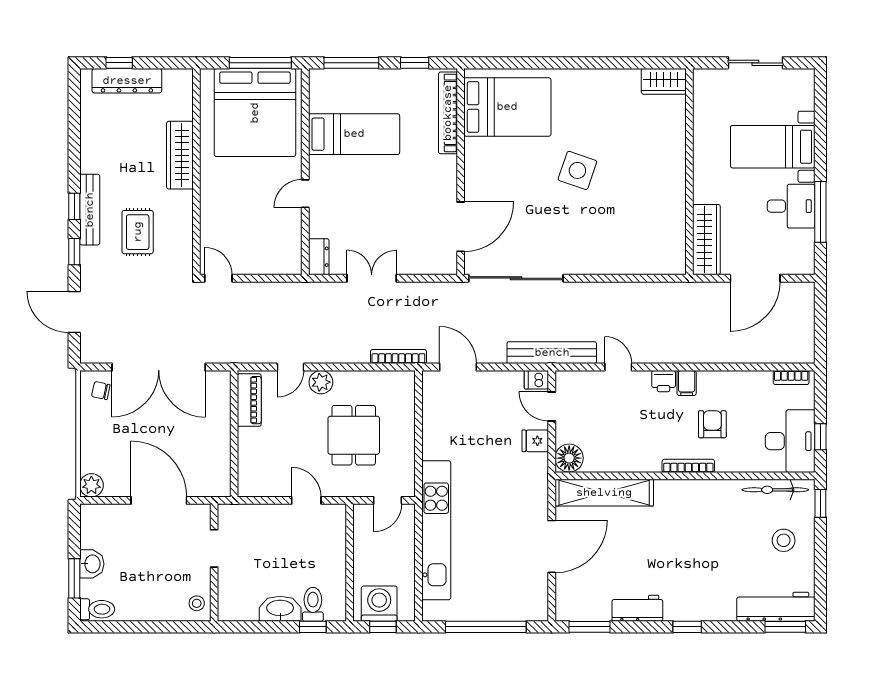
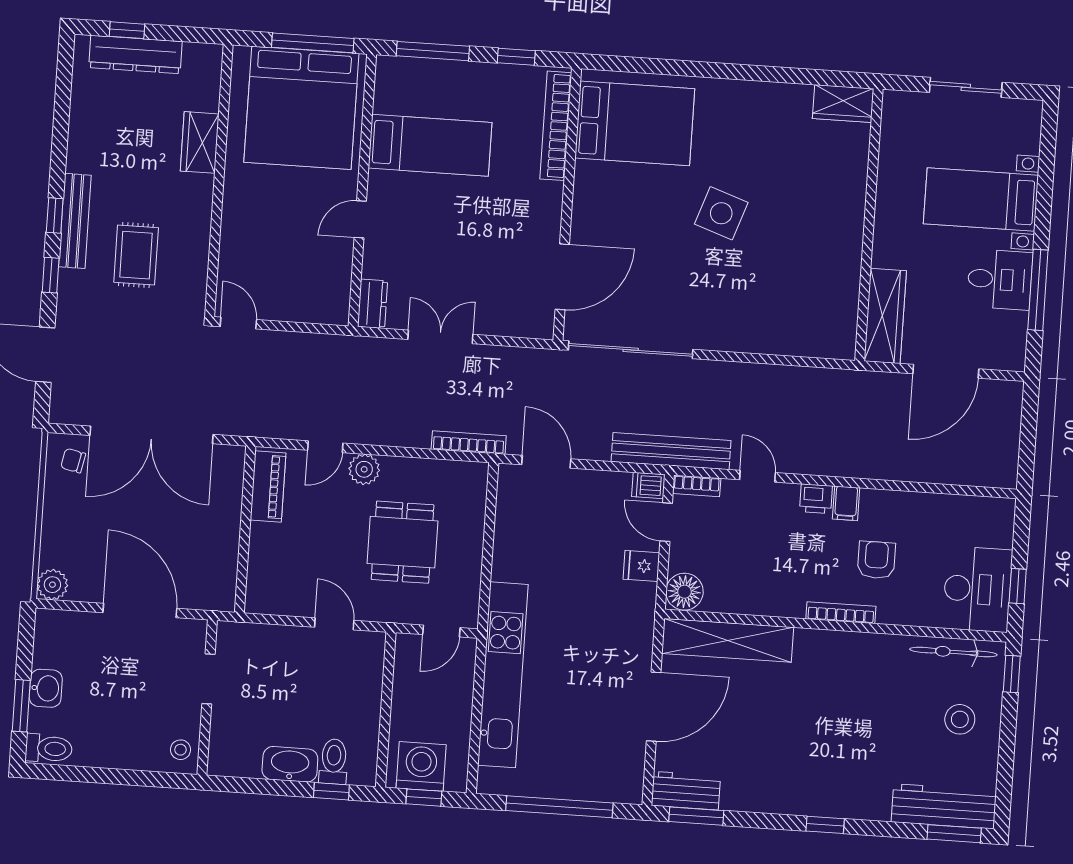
wardrobe: (180, 155) -> (200, 142), width x0.67
bookcase: (791, 378) -> (697, 486), moved
workbench: (637, 608) -> (686, 791), moved

